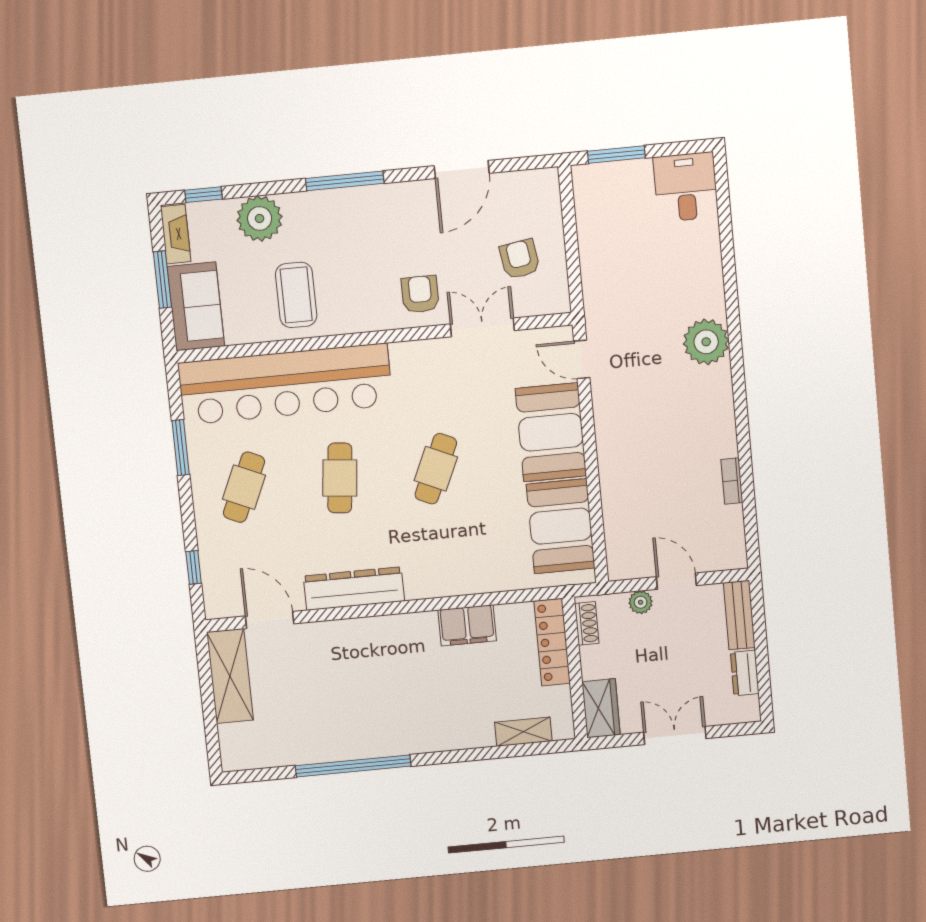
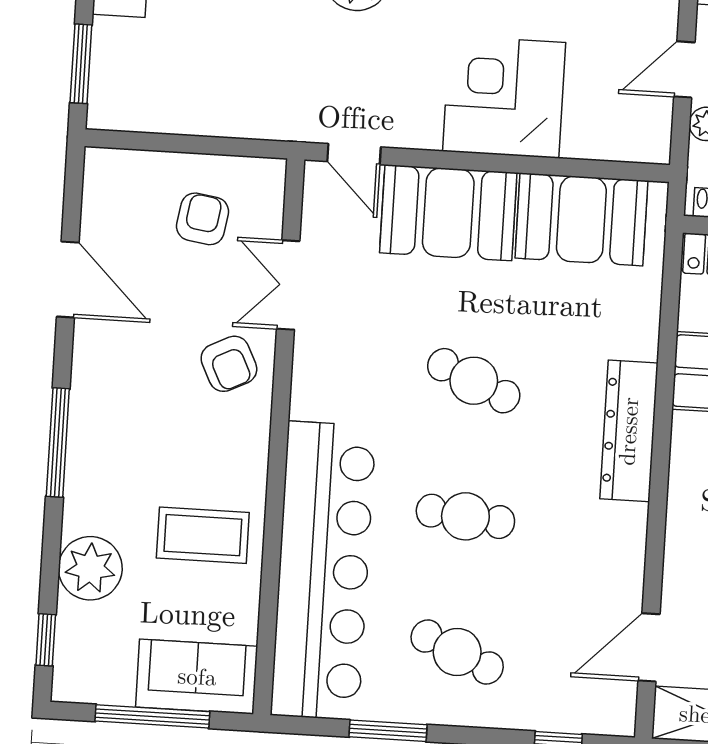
fireplace: (176, 234) -> (93, 687), removed
armchair: (520, 259) -> (203, 219), turned 108
window: (162, 279) -> (152, 716), width x1.44
armchair: (420, 294) -> (229, 364), turned -116
door: (582, 359) -> (354, 154), hinge flipped
corner desk: (638, 459) -> (504, 97), added
dresser: (354, 589) -> (629, 431), moved

